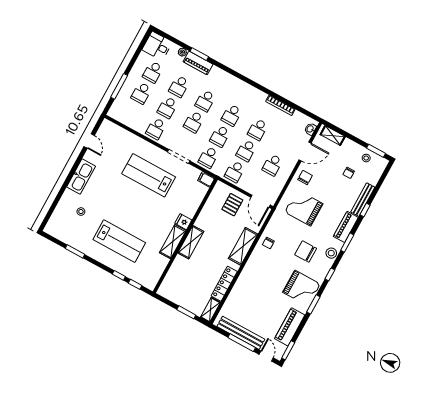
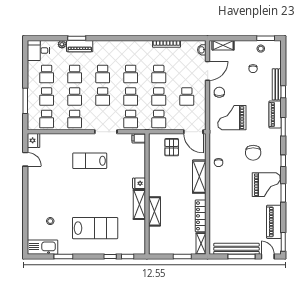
school desk: (130, 114) -> (47, 119), added
fridge: (107, 128) -> (34, 140), added
lab bench: (149, 175) -> (90, 161), width x0.73, depth x0.72
kitchen sink: (81, 177) -> (42, 247), moved, turned -90
shelving: (191, 242) -> (154, 211), moved
chair: (306, 252) -> (253, 153), turned -90
stool: (331, 253) -> (275, 143), removed

